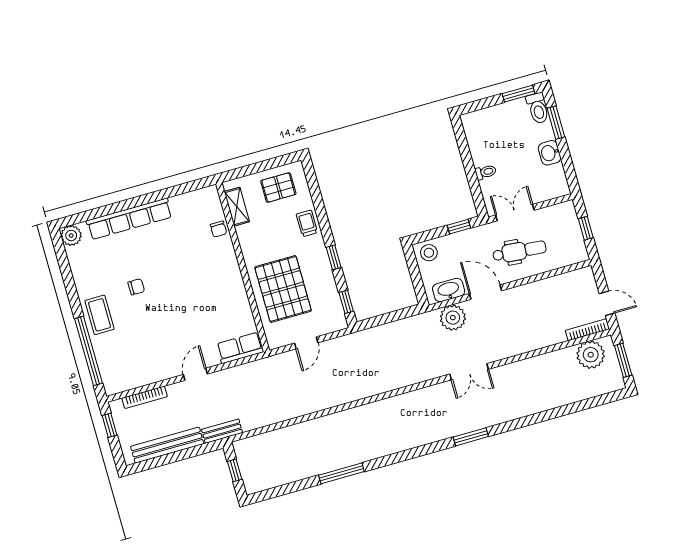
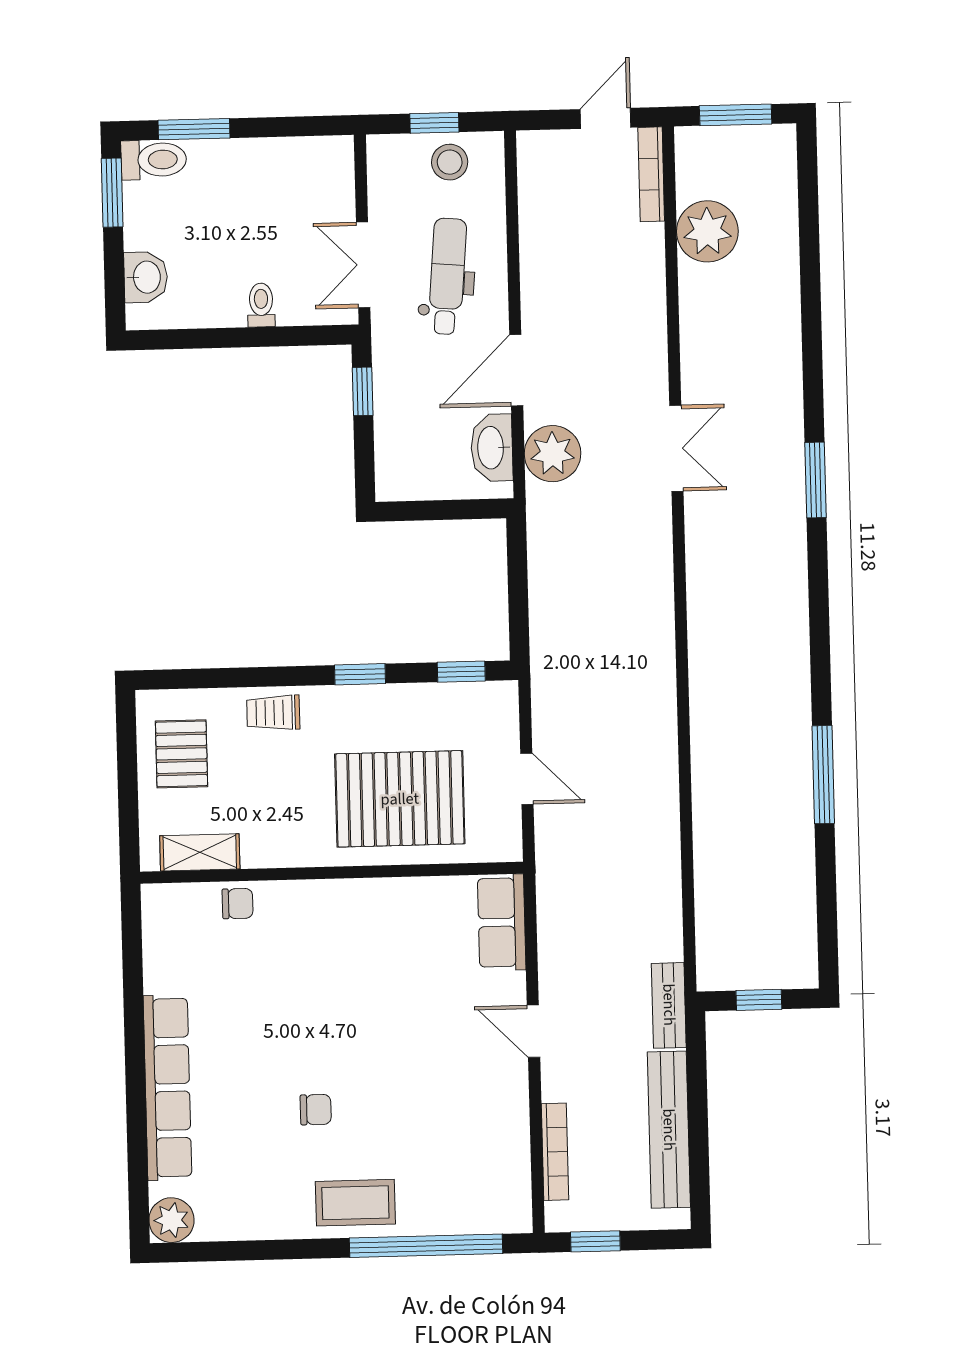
washbasin: (550, 153) -> (146, 277), moved, turned -90
stool: (429, 253) -> (450, 162), moved
chair: (136, 287) -> (316, 1110), turned 90
plant: (591, 355) -> (707, 231), moved

